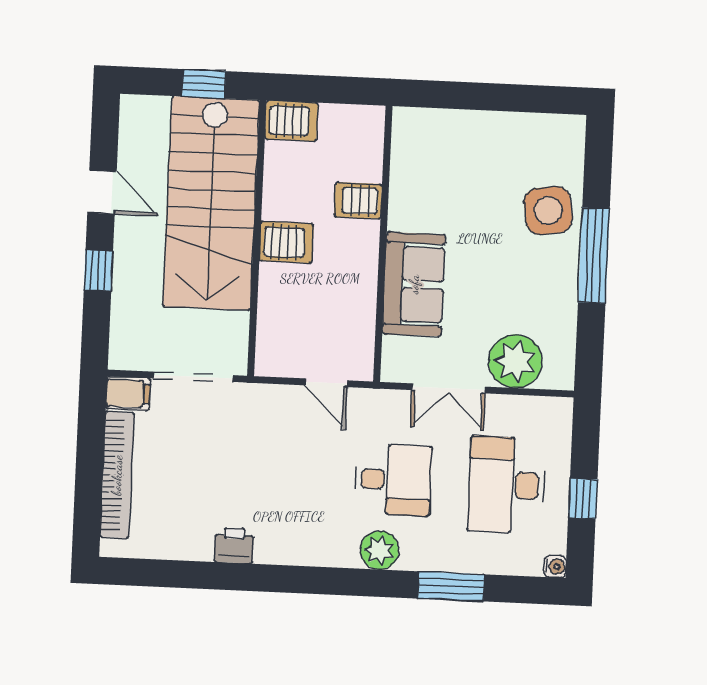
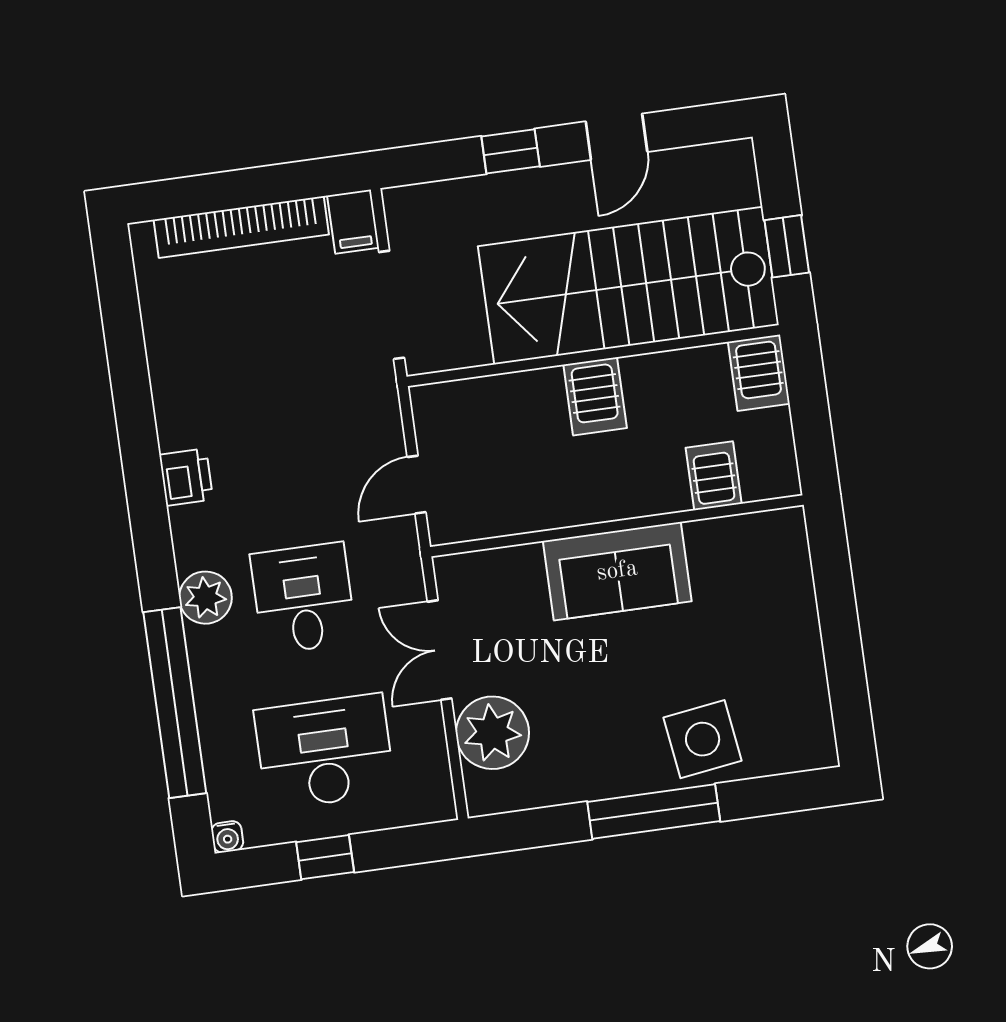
server rack: (358, 201) -> (714, 476), moved
sofa: (414, 284) -> (617, 571), moved
desk: (393, 480) -> (303, 598), turned 180
printer: (234, 546) -> (186, 477), moved
window: (451, 586) -> (175, 703), width x2.11

